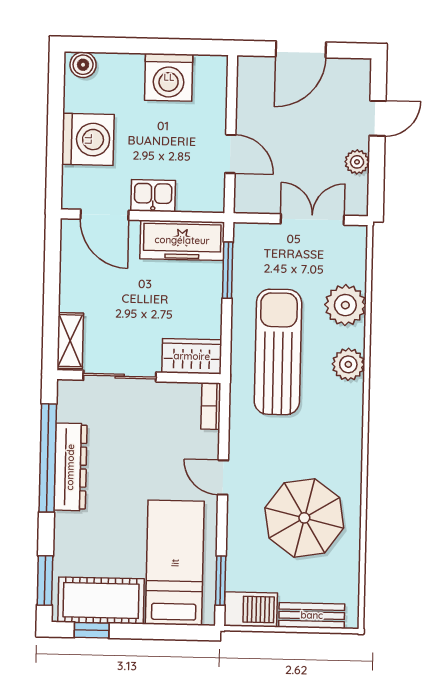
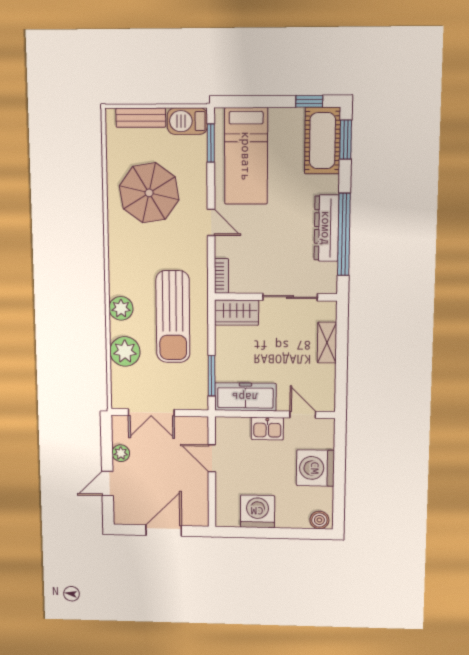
door: (104, 215) -> (303, 415), width x0.73
shelving: (70, 341) -> (327, 343), moved
cot: (101, 600) -> (322, 141), moved, turned 90

